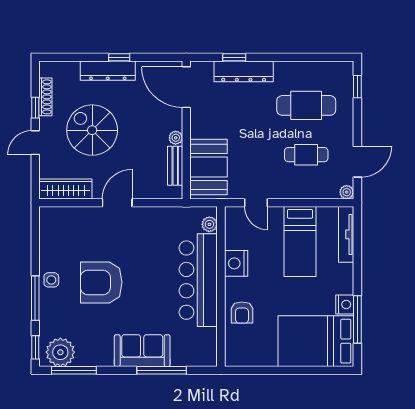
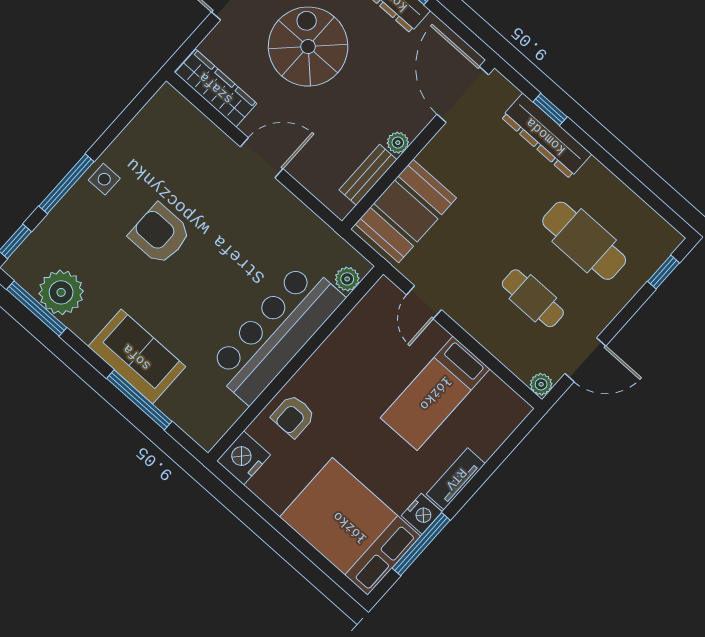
tv unit: (346, 234) -> (456, 479), moved, width x0.71
nightstand: (236, 263) -> (244, 458), moved
armchair: (101, 282) -> (160, 234), width x0.73, depth x0.73
plant: (60, 352) -> (61, 292), moved

